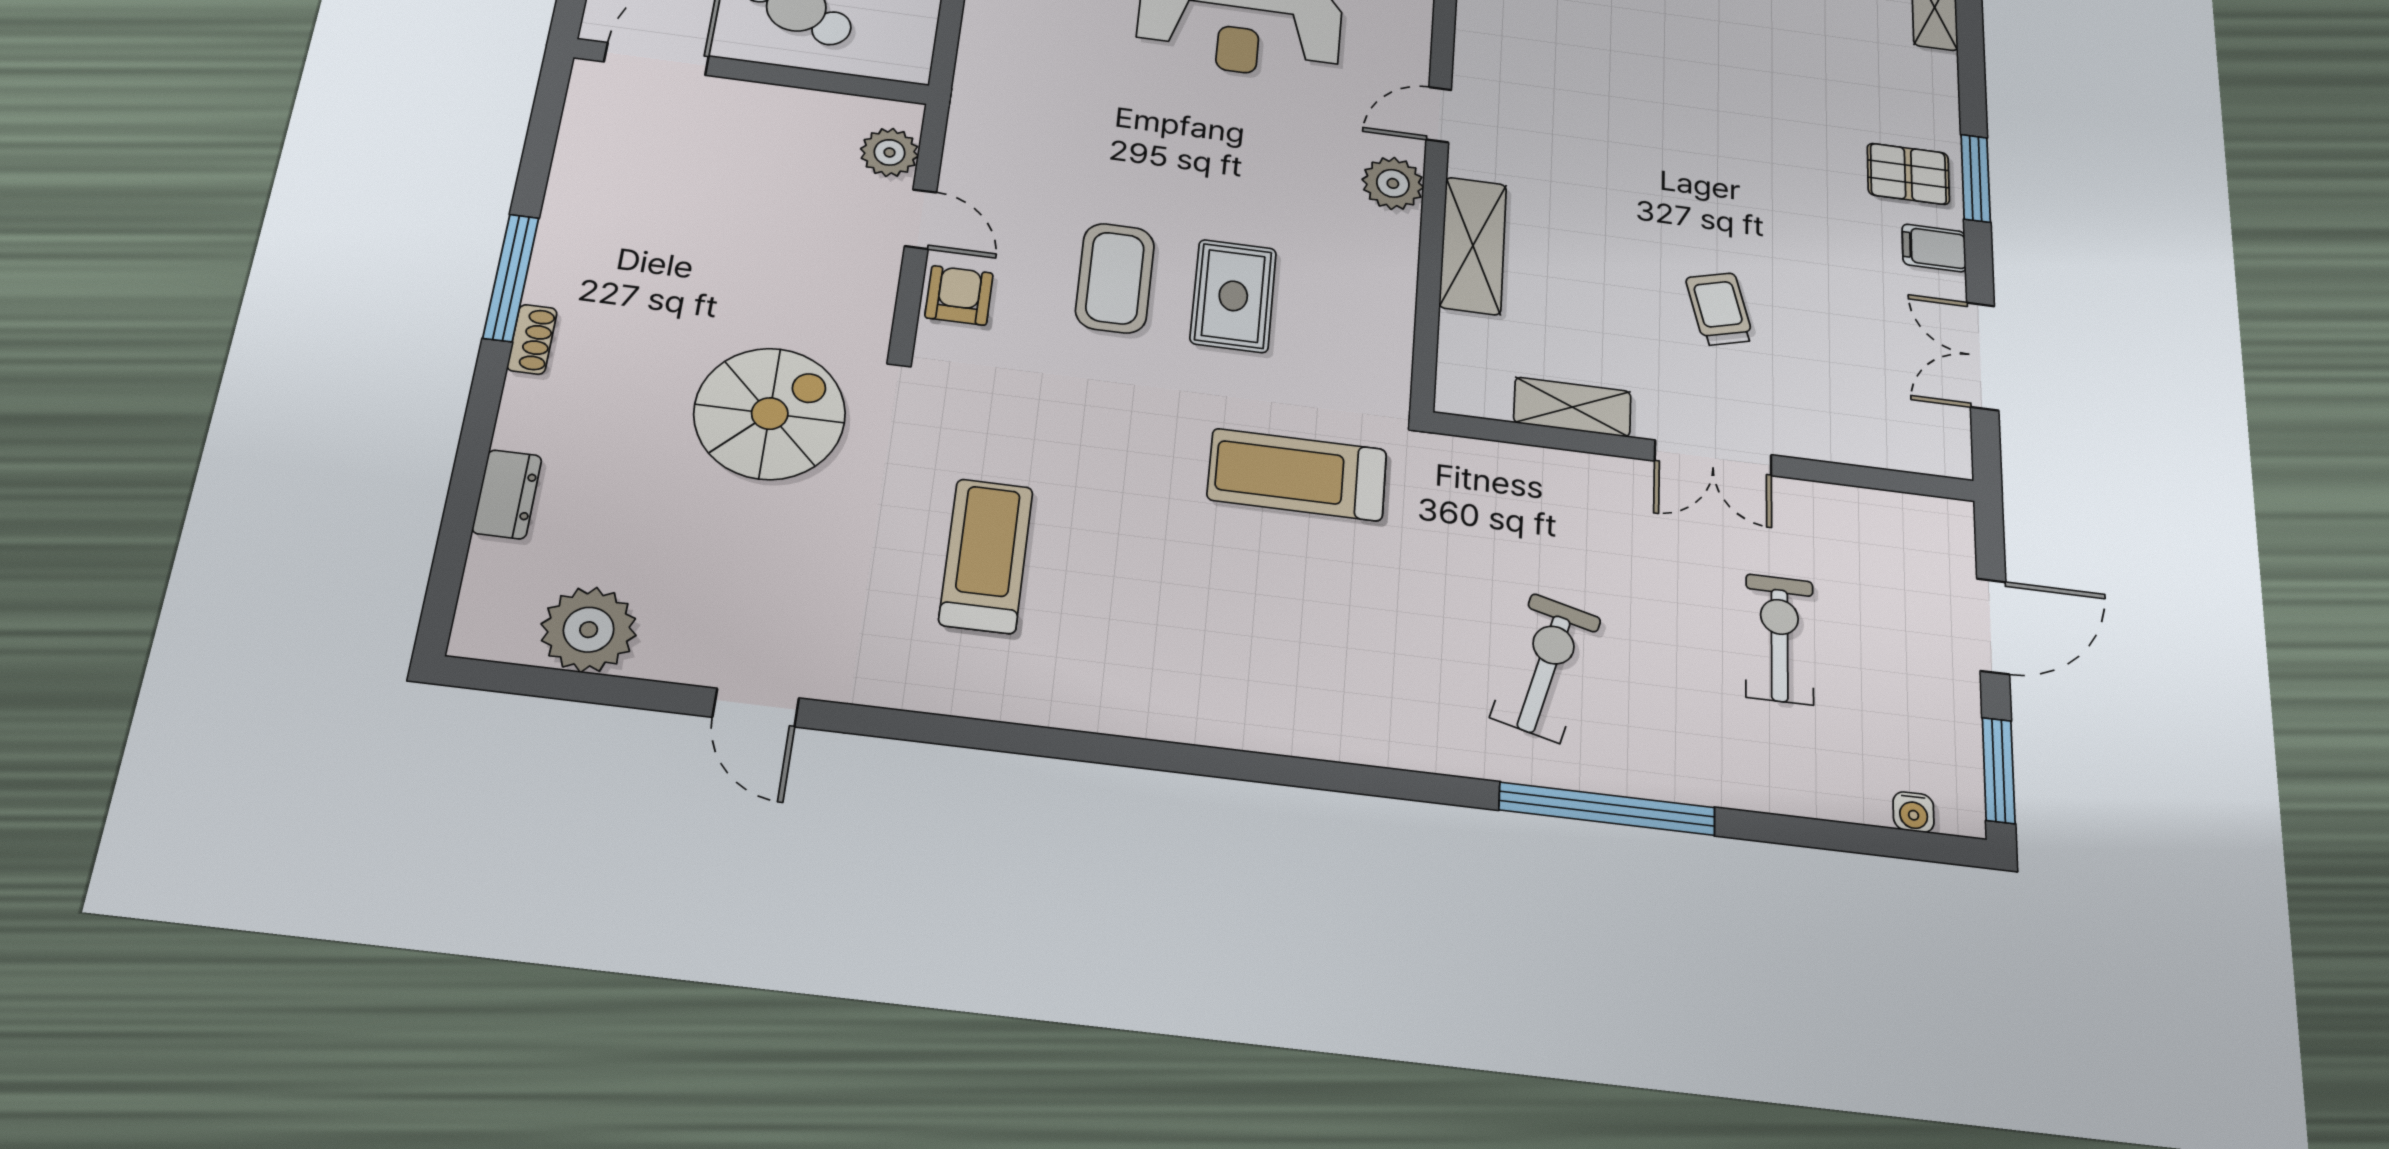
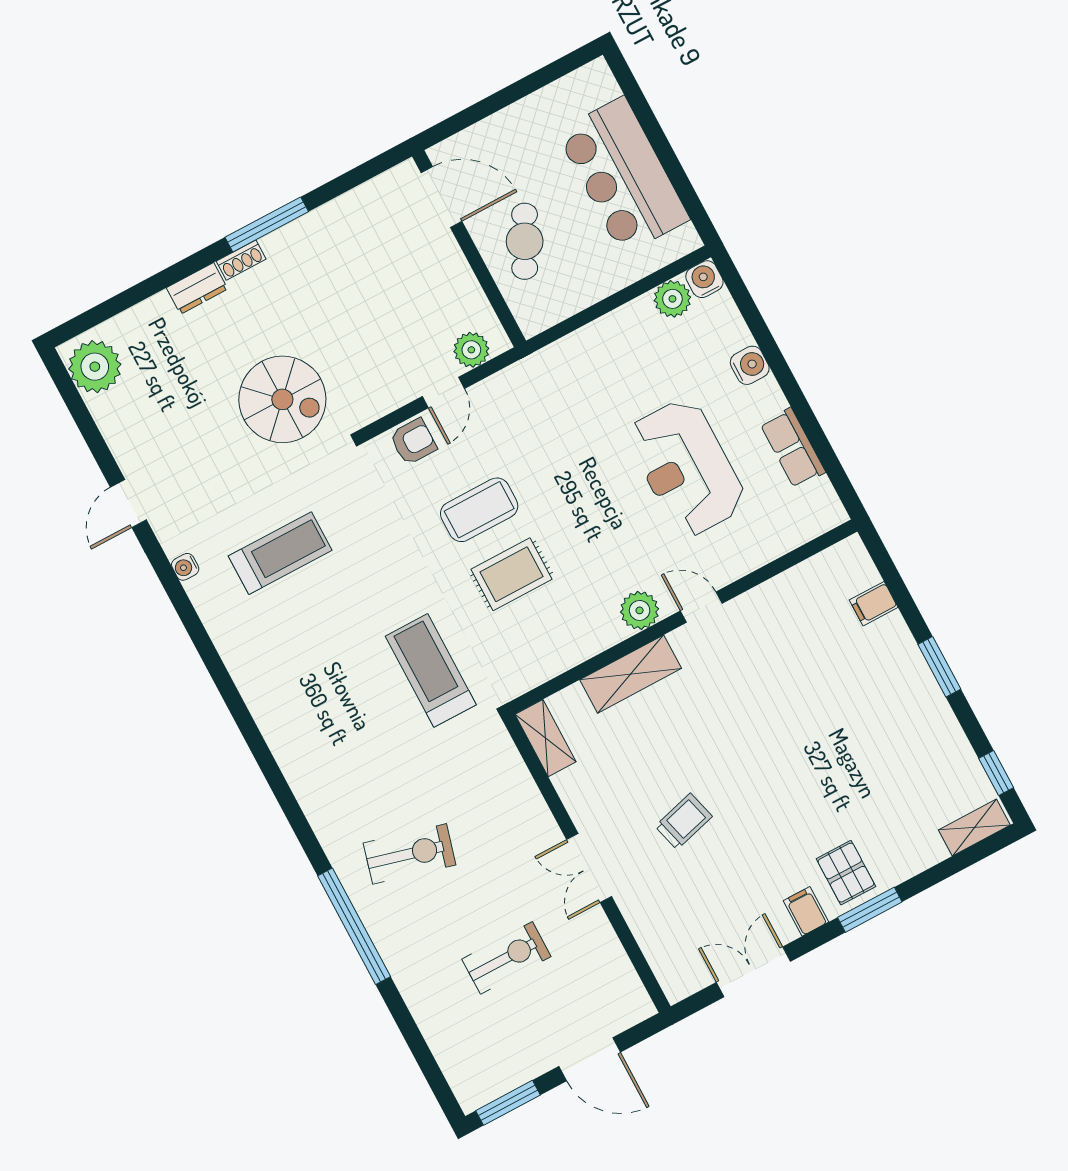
shelving: (1572, 407) -> (546, 738), moved
dresser: (507, 494) -> (197, 288), moved
plant: (589, 630) -> (95, 367), moved
water cooler: (1913, 812) -> (185, 567), moved

